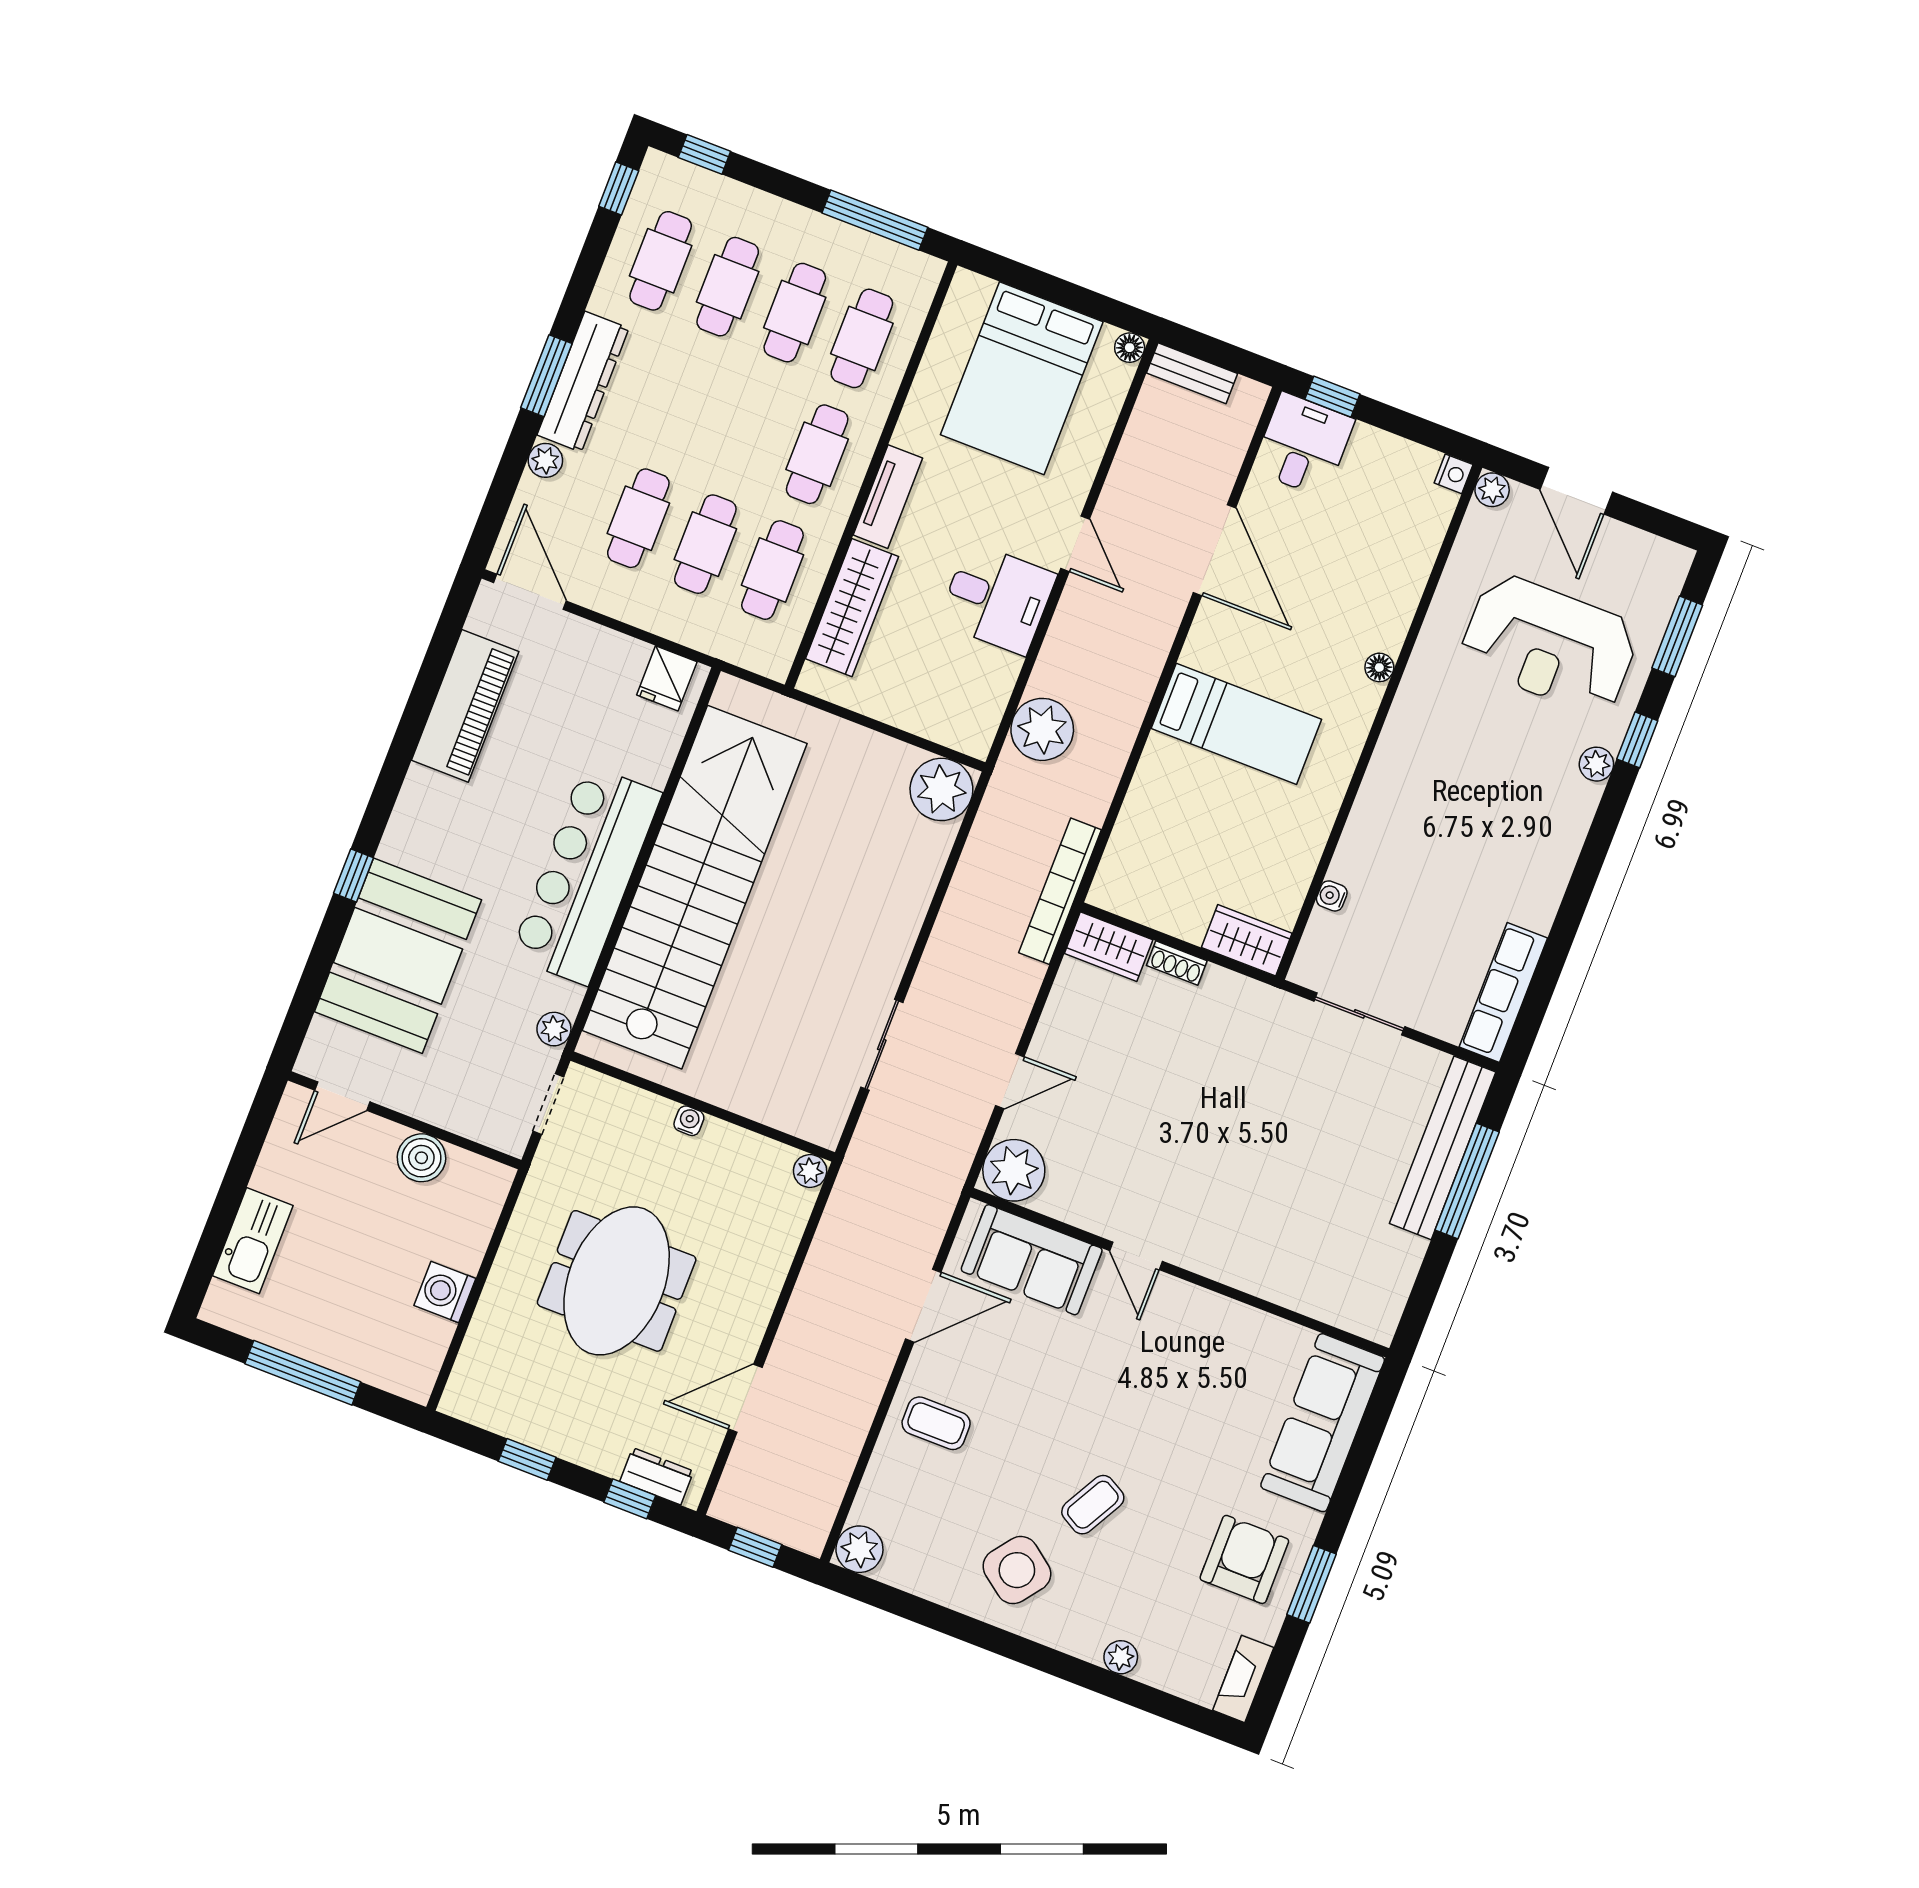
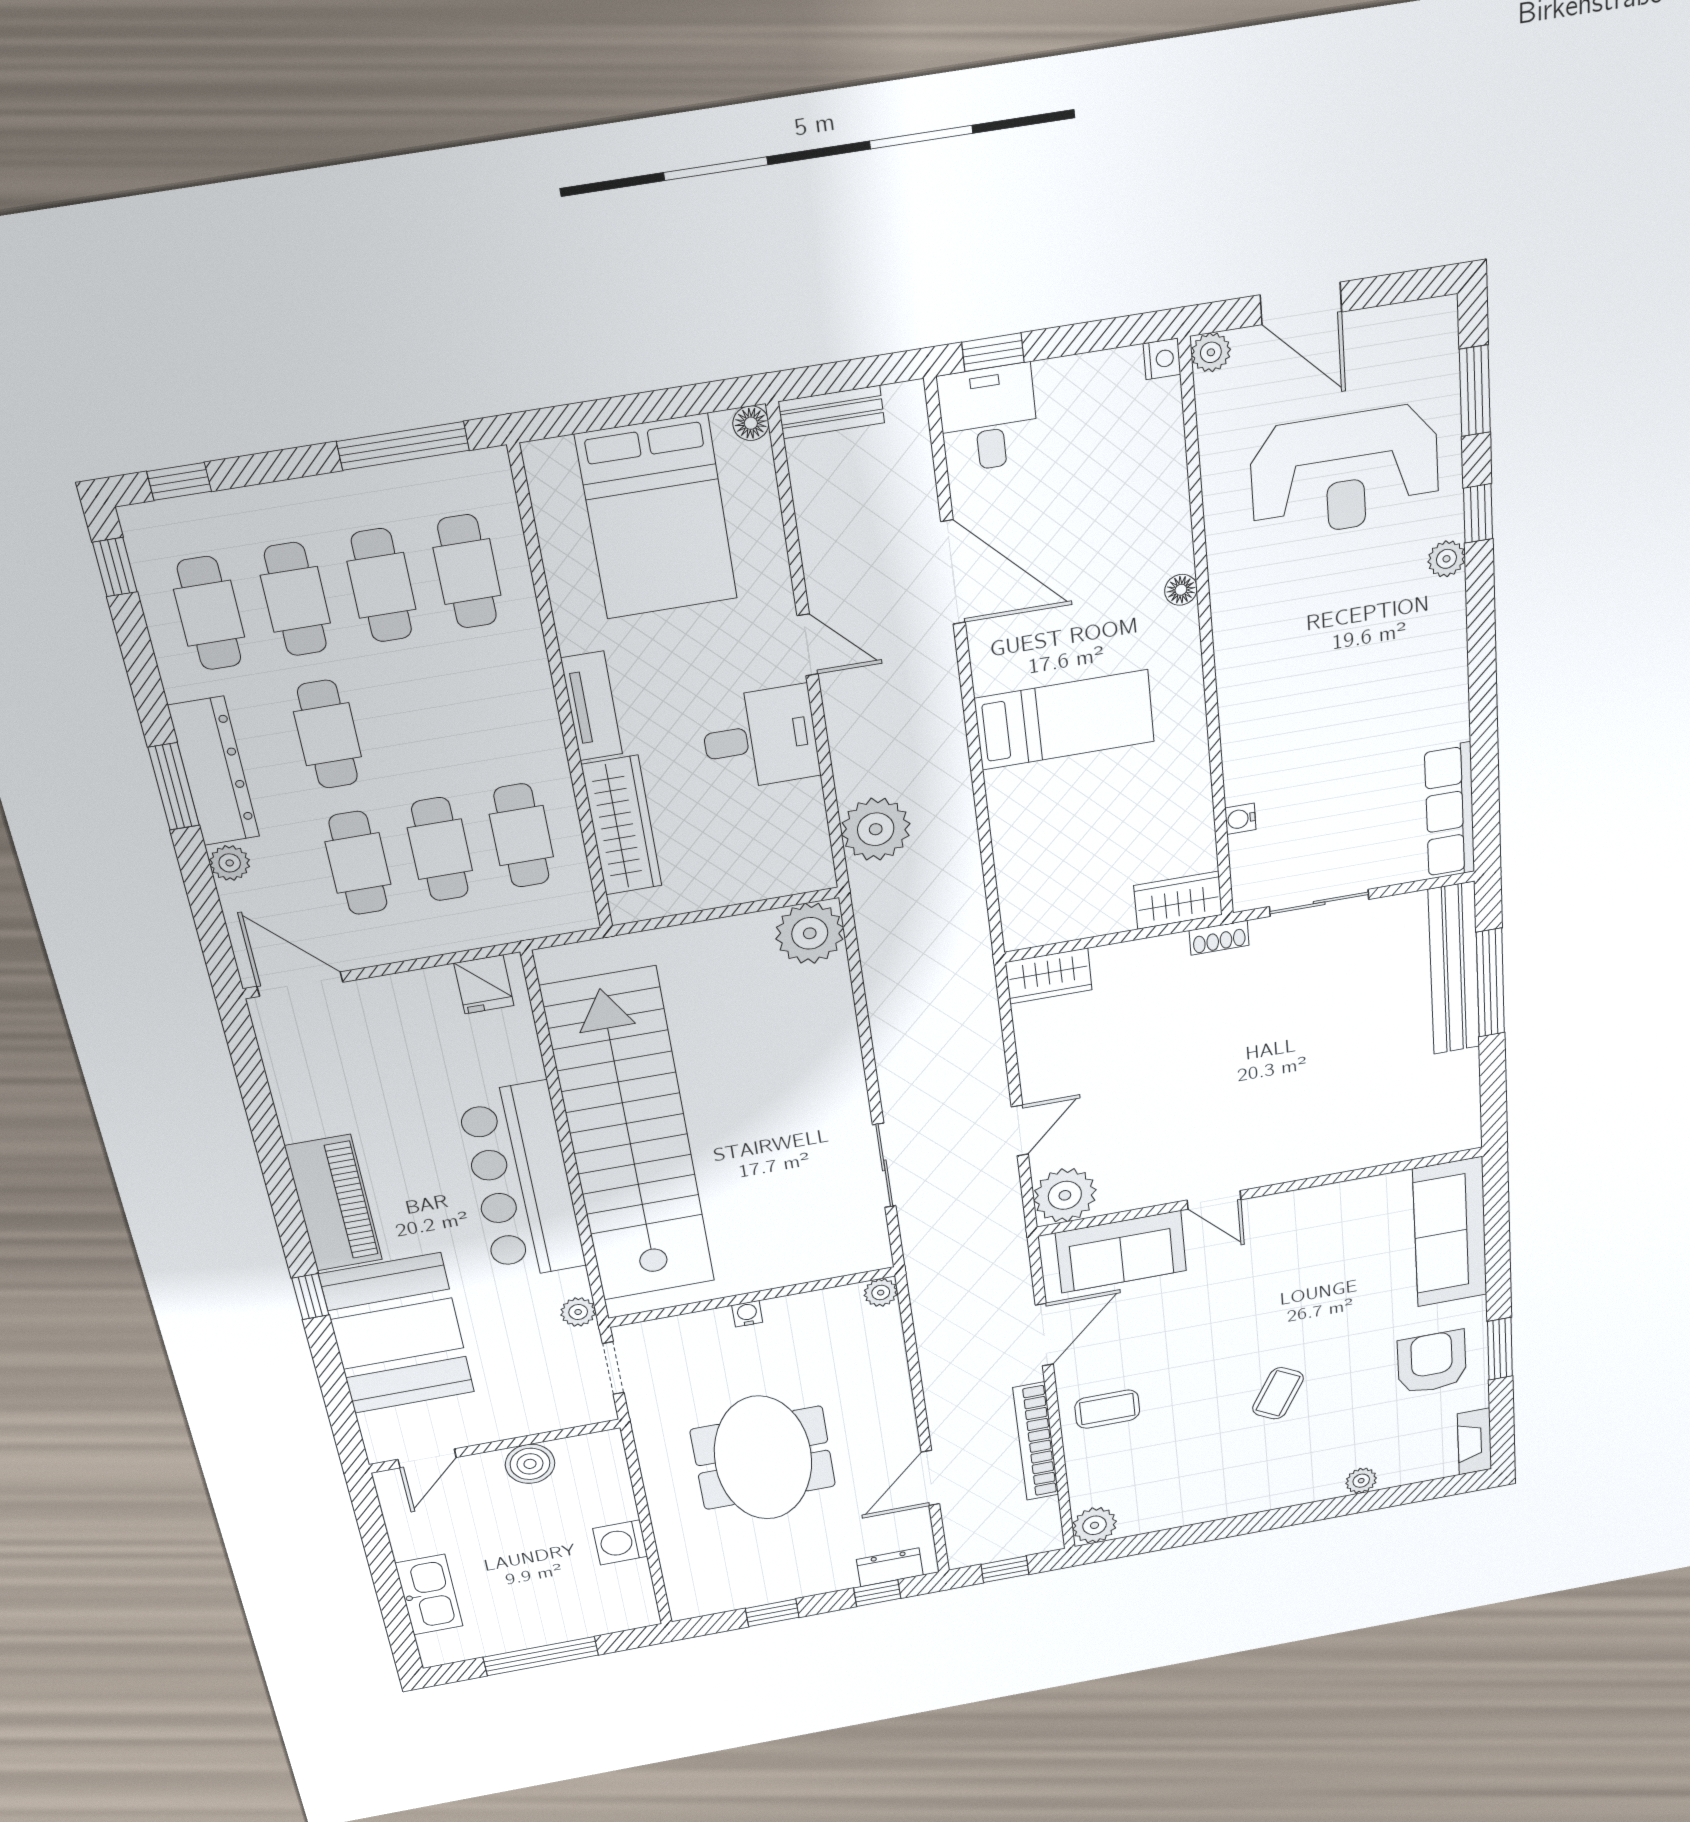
cafe table: (817, 454) -> (328, 734), moved
piano: (465, 706) -> (334, 1203), moved
bookcase: (1060, 891) -> (1036, 1441), moved
shoe rack: (1177, 963) -> (1219, 938), moved
side table: (1017, 1570) -> (1238, 1470), removed

